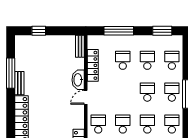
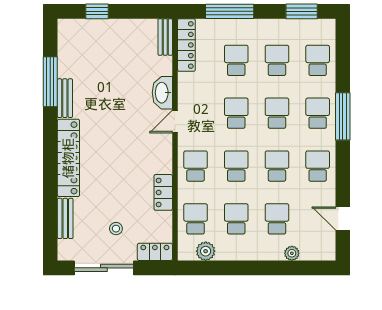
locker: (93, 65) -> (186, 45), moved
school desk: (123, 92) -> (236, 113), added

